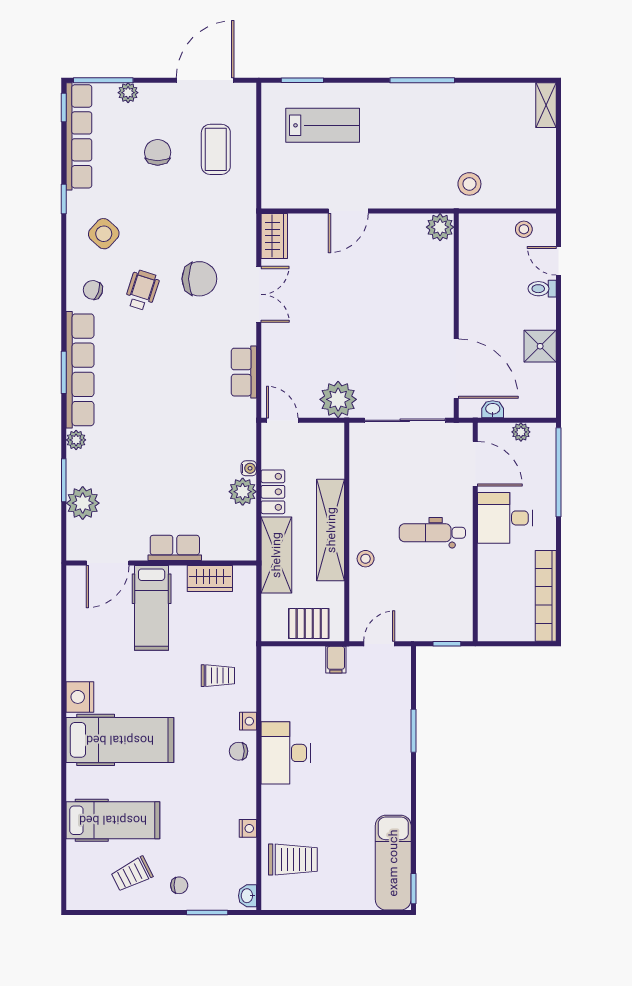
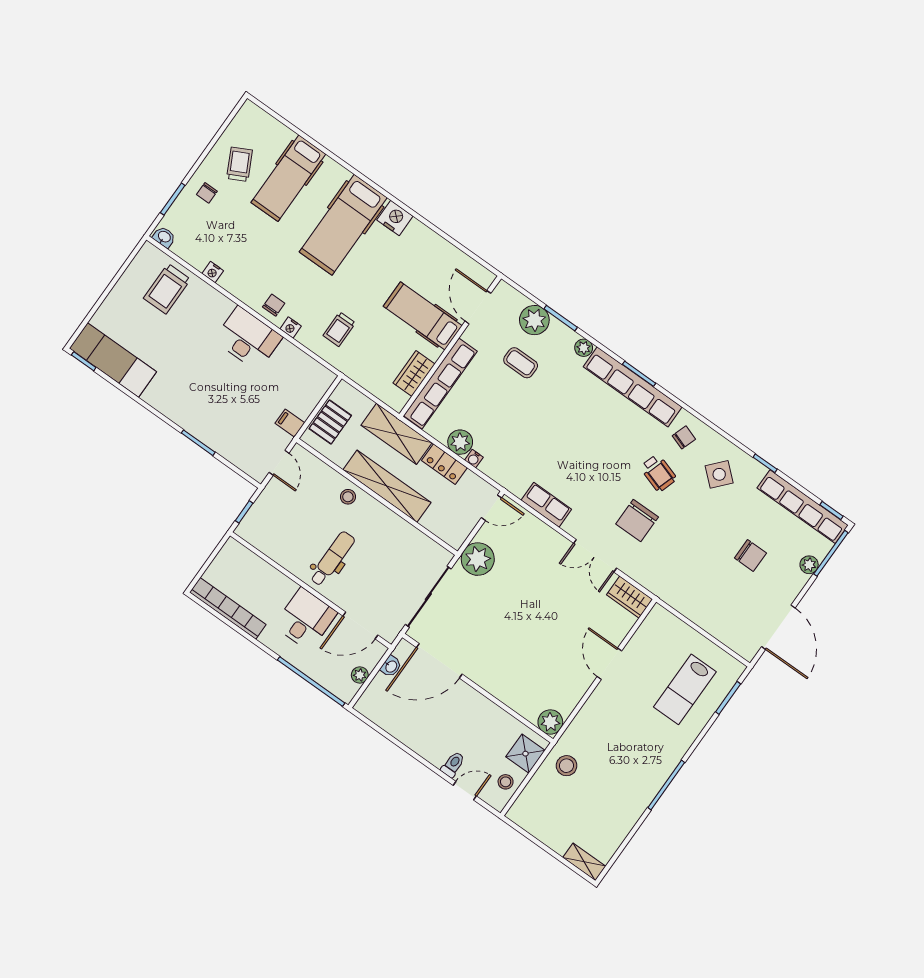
coffee table: (216, 149) -> (521, 363), moved, width x0.73, depth x0.77
shower: (540, 346) -> (525, 754), moved
row of seats: (175, 548) -> (440, 384), width x2.02

